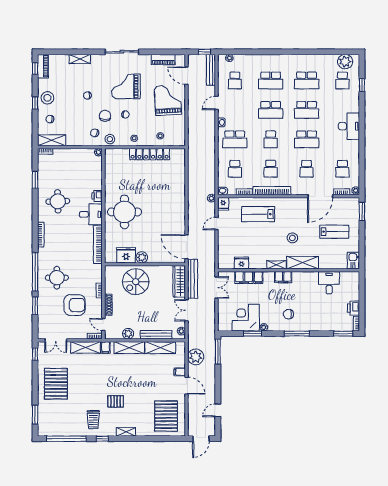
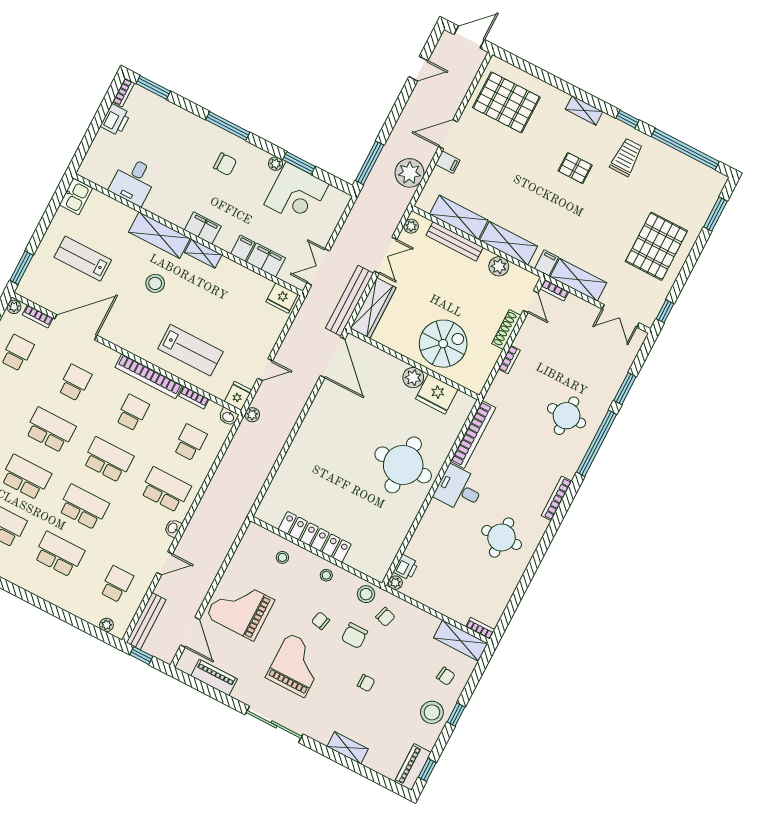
grand piano: (126, 87) -> (296, 665), turned -90
grand piano: (168, 100) -> (240, 608), turned 93
school desk: (271, 139) -> (108, 460), width x1.85
window: (35, 180) -> (520, 591), removed
printer: (97, 196) -> (406, 567), moved
fridge: (242, 263) -> (282, 298), moved
armchair: (75, 305) -> (561, 357), removed
double door: (56, 340) -> (620, 316), swing flipped
door: (187, 386) -> (448, 134), hinge flipped
pallet: (166, 416) -> (506, 102), turned 90

